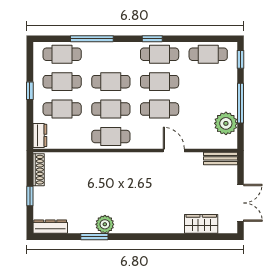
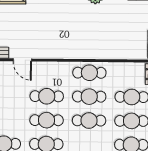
door: (174, 150) -> (22, 60), moved

